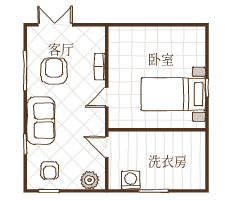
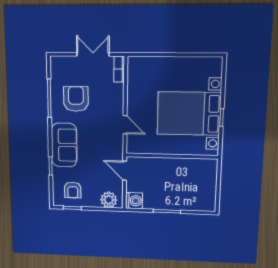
double door: (55, 25) -> (93, 54), moved
bookcase: (100, 67) -> (119, 69), moved
bed with nightstands: (173, 94) -> (189, 114), width x1.36
door: (107, 97) -> (125, 125), swing flipped
washing machine: (131, 180) -> (134, 201), moved, turned 90

